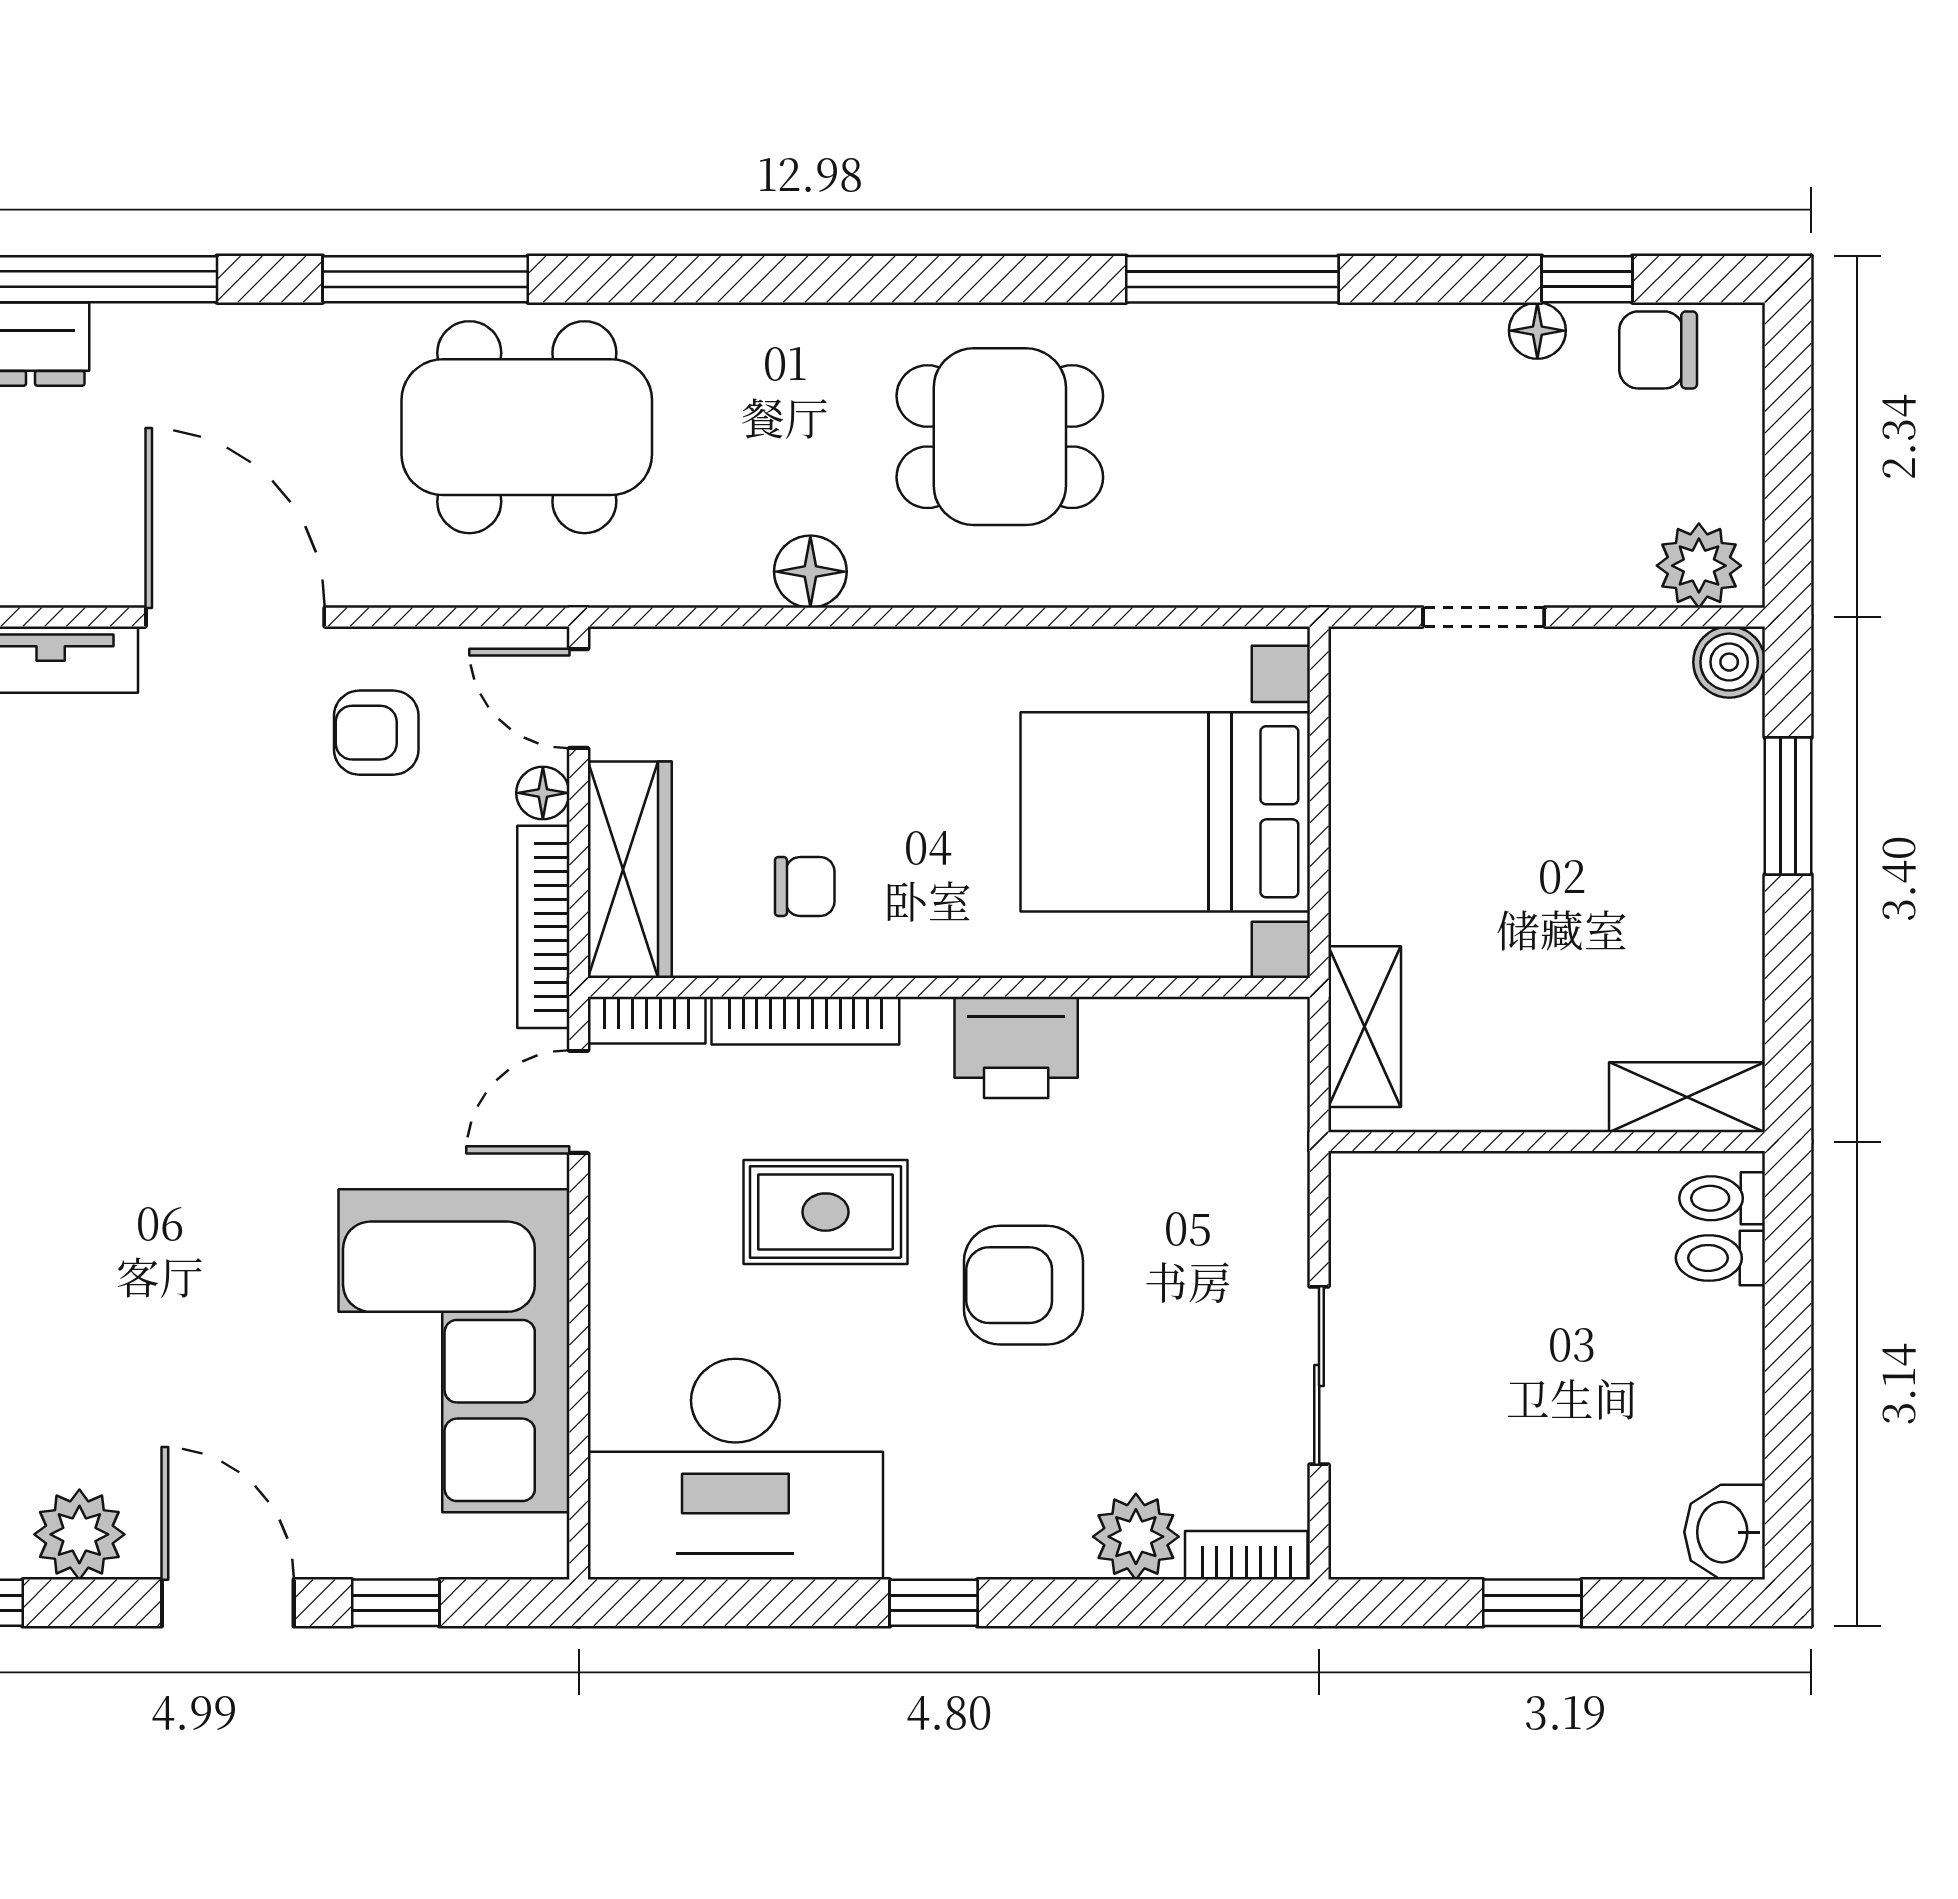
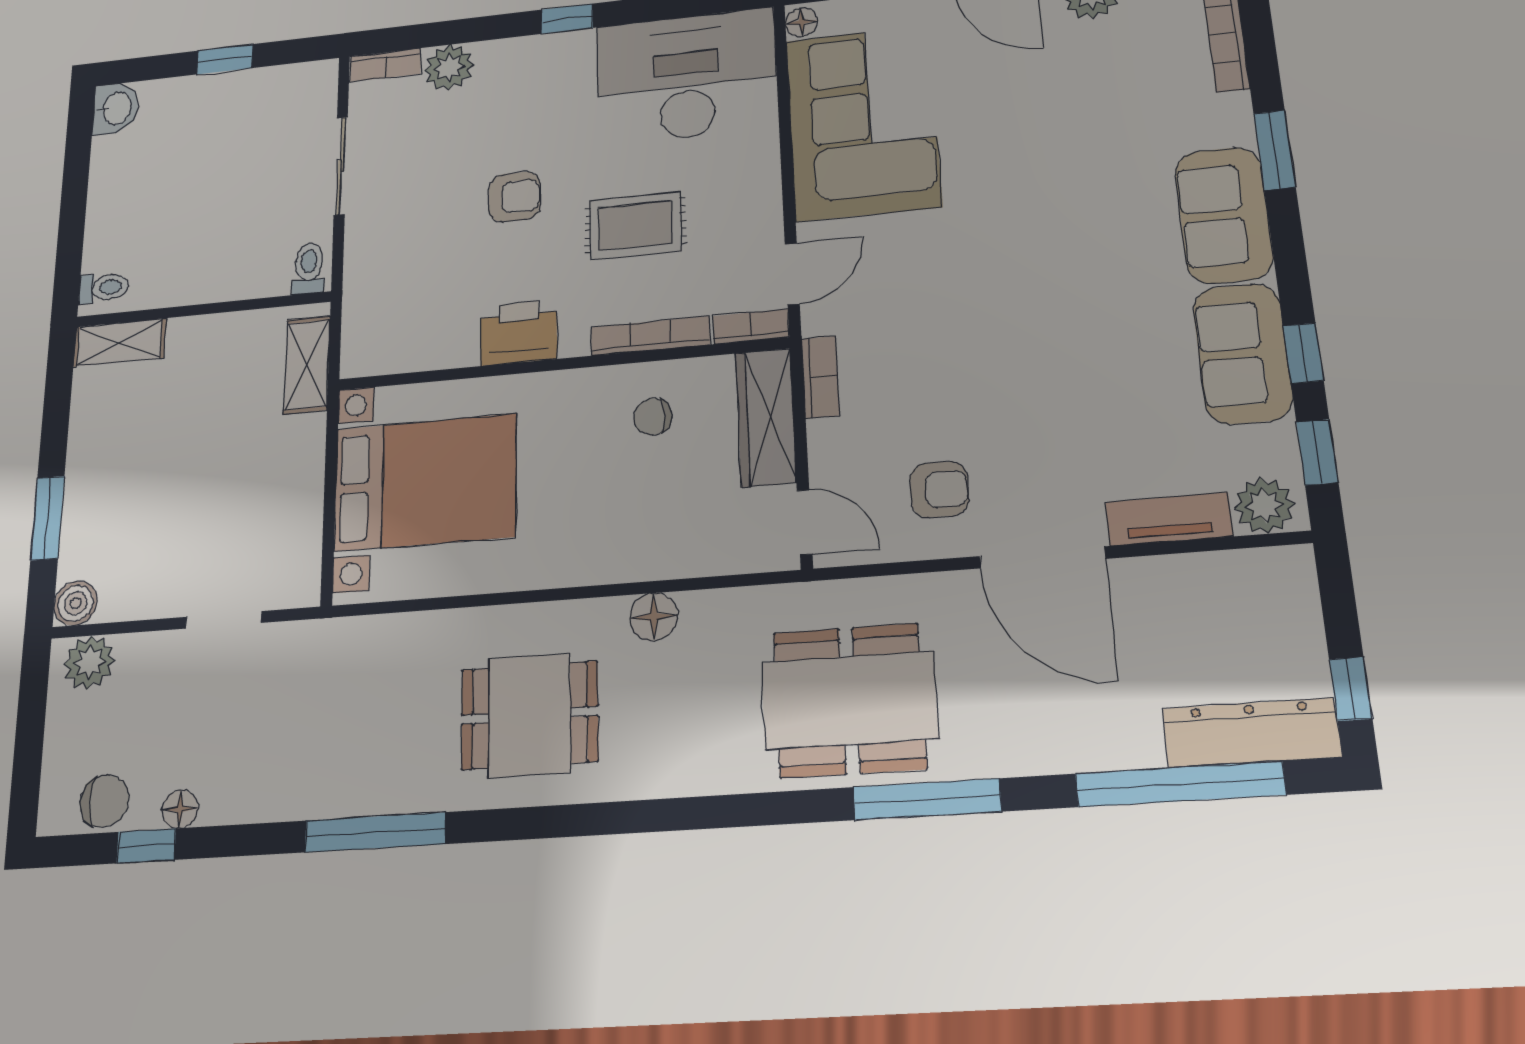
floor lamp: (543, 793) -> (802, 22), moved
bookcase: (543, 927) -> (820, 377), width x0.64
toilet: (1720, 1258) -> (309, 268), moved, turned -90
armchair: (1023, 1285) -> (514, 197), width x0.72, depth x0.72

